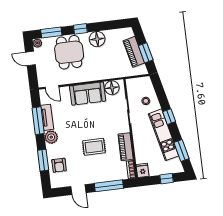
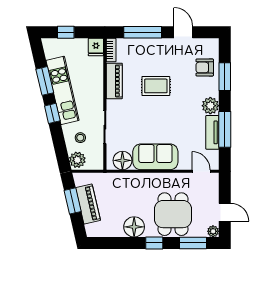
plant: (146, 84) -> (77, 160), added
window: (182, 151) -> (45, 81), moved
armchair: (59, 165) -> (205, 67), turned -90

